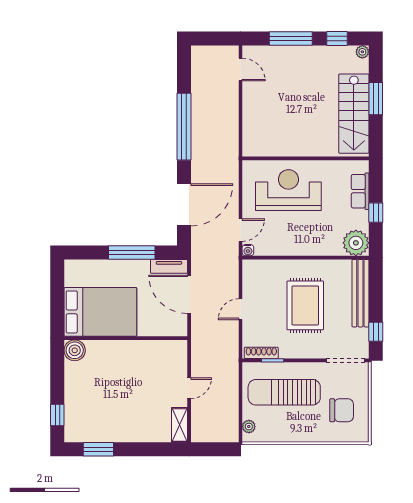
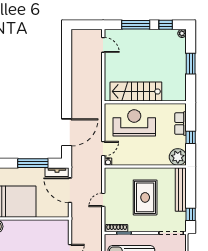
stairs: (354, 114) -> (136, 91), moved, turned 90
window: (184, 127) -> (67, 82), removed

